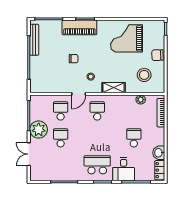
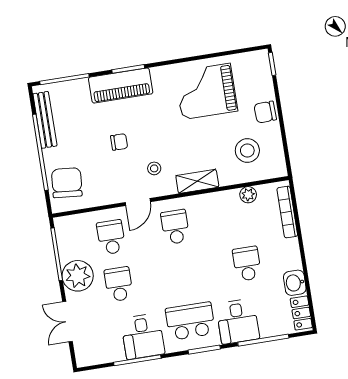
chair: (41, 77) -> (67, 183), added
desk: (69, 169) -> (143, 336), added

